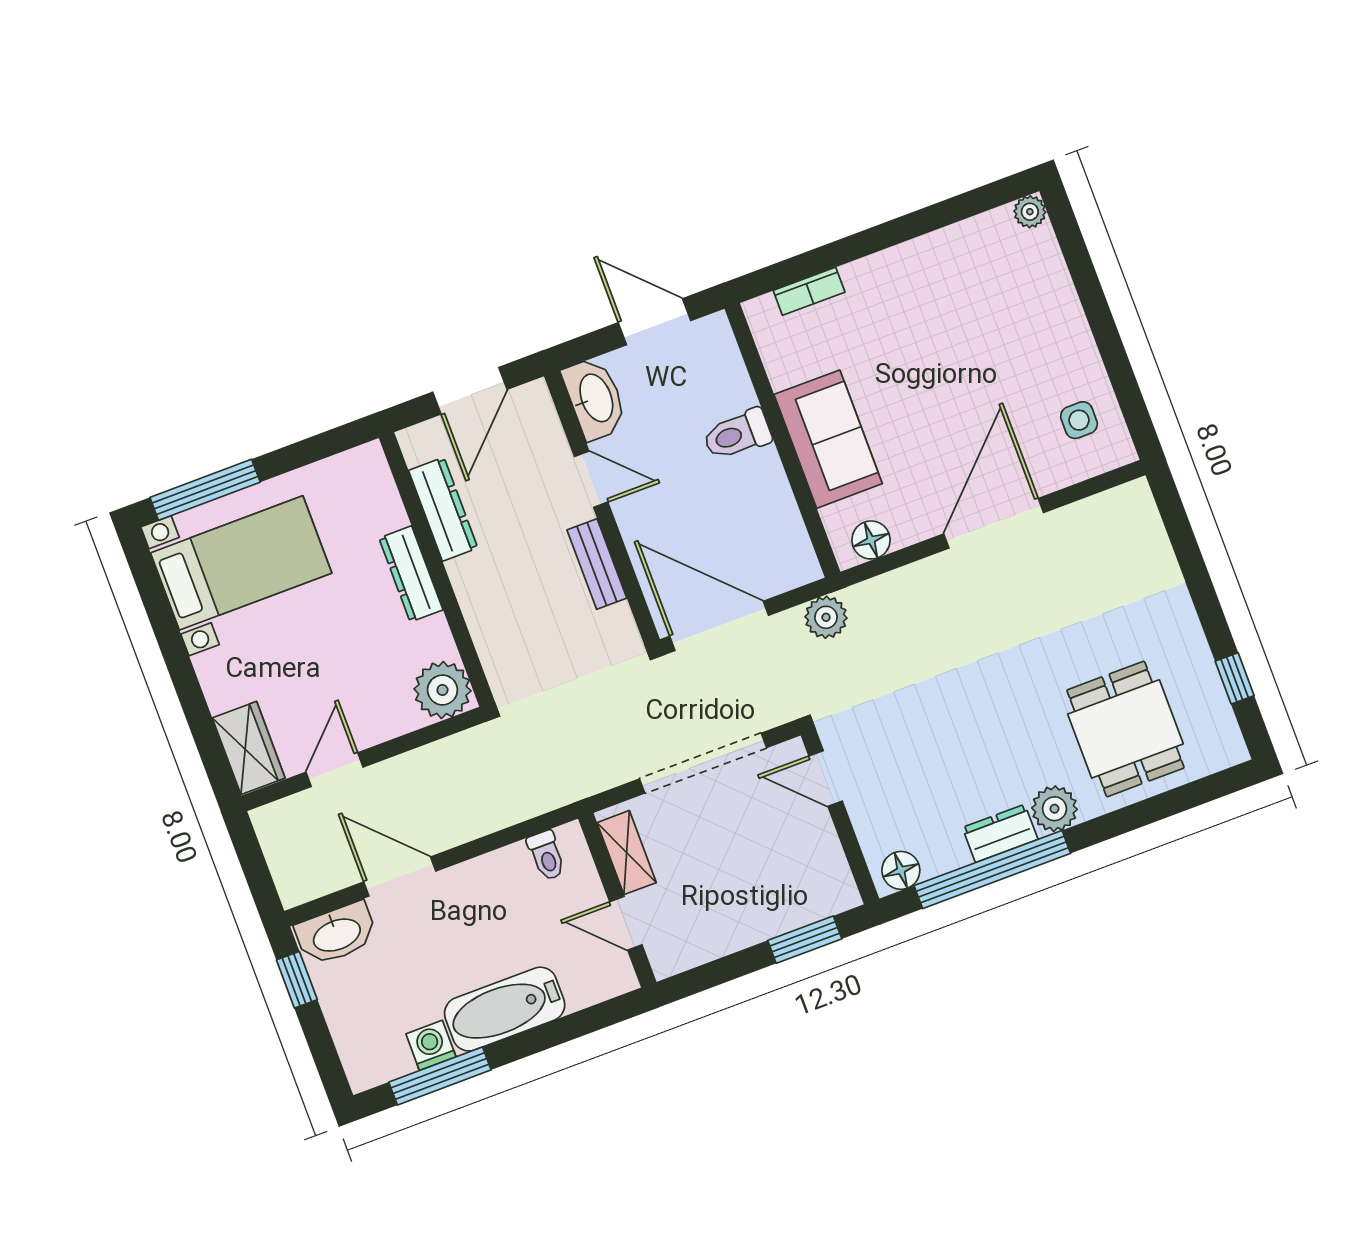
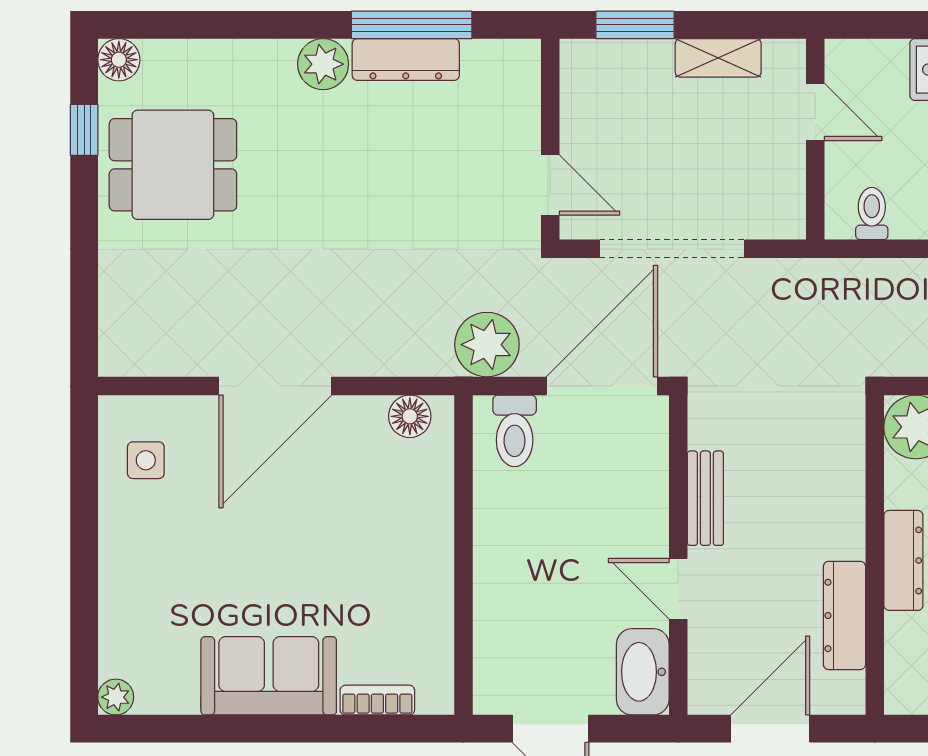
toilet: (737, 435) -> (515, 431), moved, turned 90
sofa: (828, 439) -> (269, 676), moved, turned 90
plant: (826, 617) -> (487, 345), width x1.36, depth x1.36
door: (719, 626) -> (602, 386), swing flipped
dining table: (1125, 729) -> (173, 165), moved, turned 90
dresser: (1000, 833) -> (406, 60), width x1.44
shelving: (627, 853) -> (718, 58), moved, turned 90
window: (992, 869) -> (412, 25), width x0.68
floor lamp: (901, 870) -> (119, 60), moved

